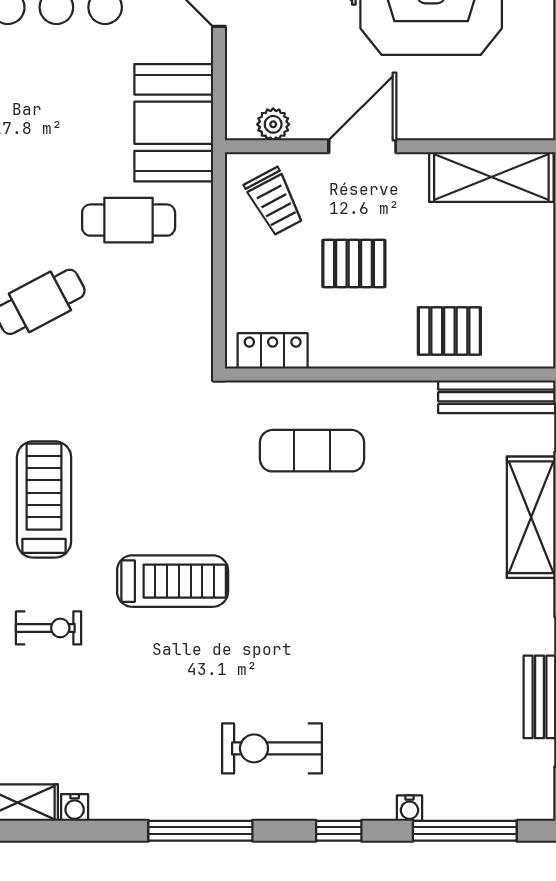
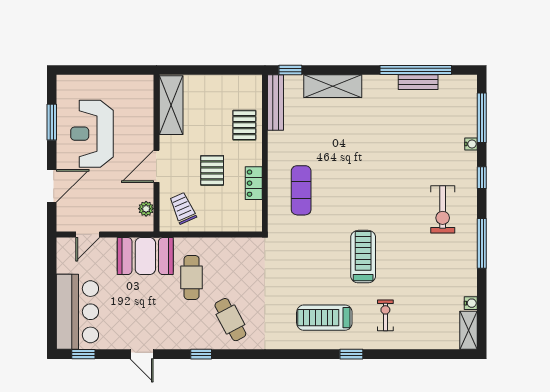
door: (362, 146) -> (156, 166), hinge flipped
trolley: (274, 202) -> (183, 208), turned -86
locker: (273, 351) -> (254, 183), moved

